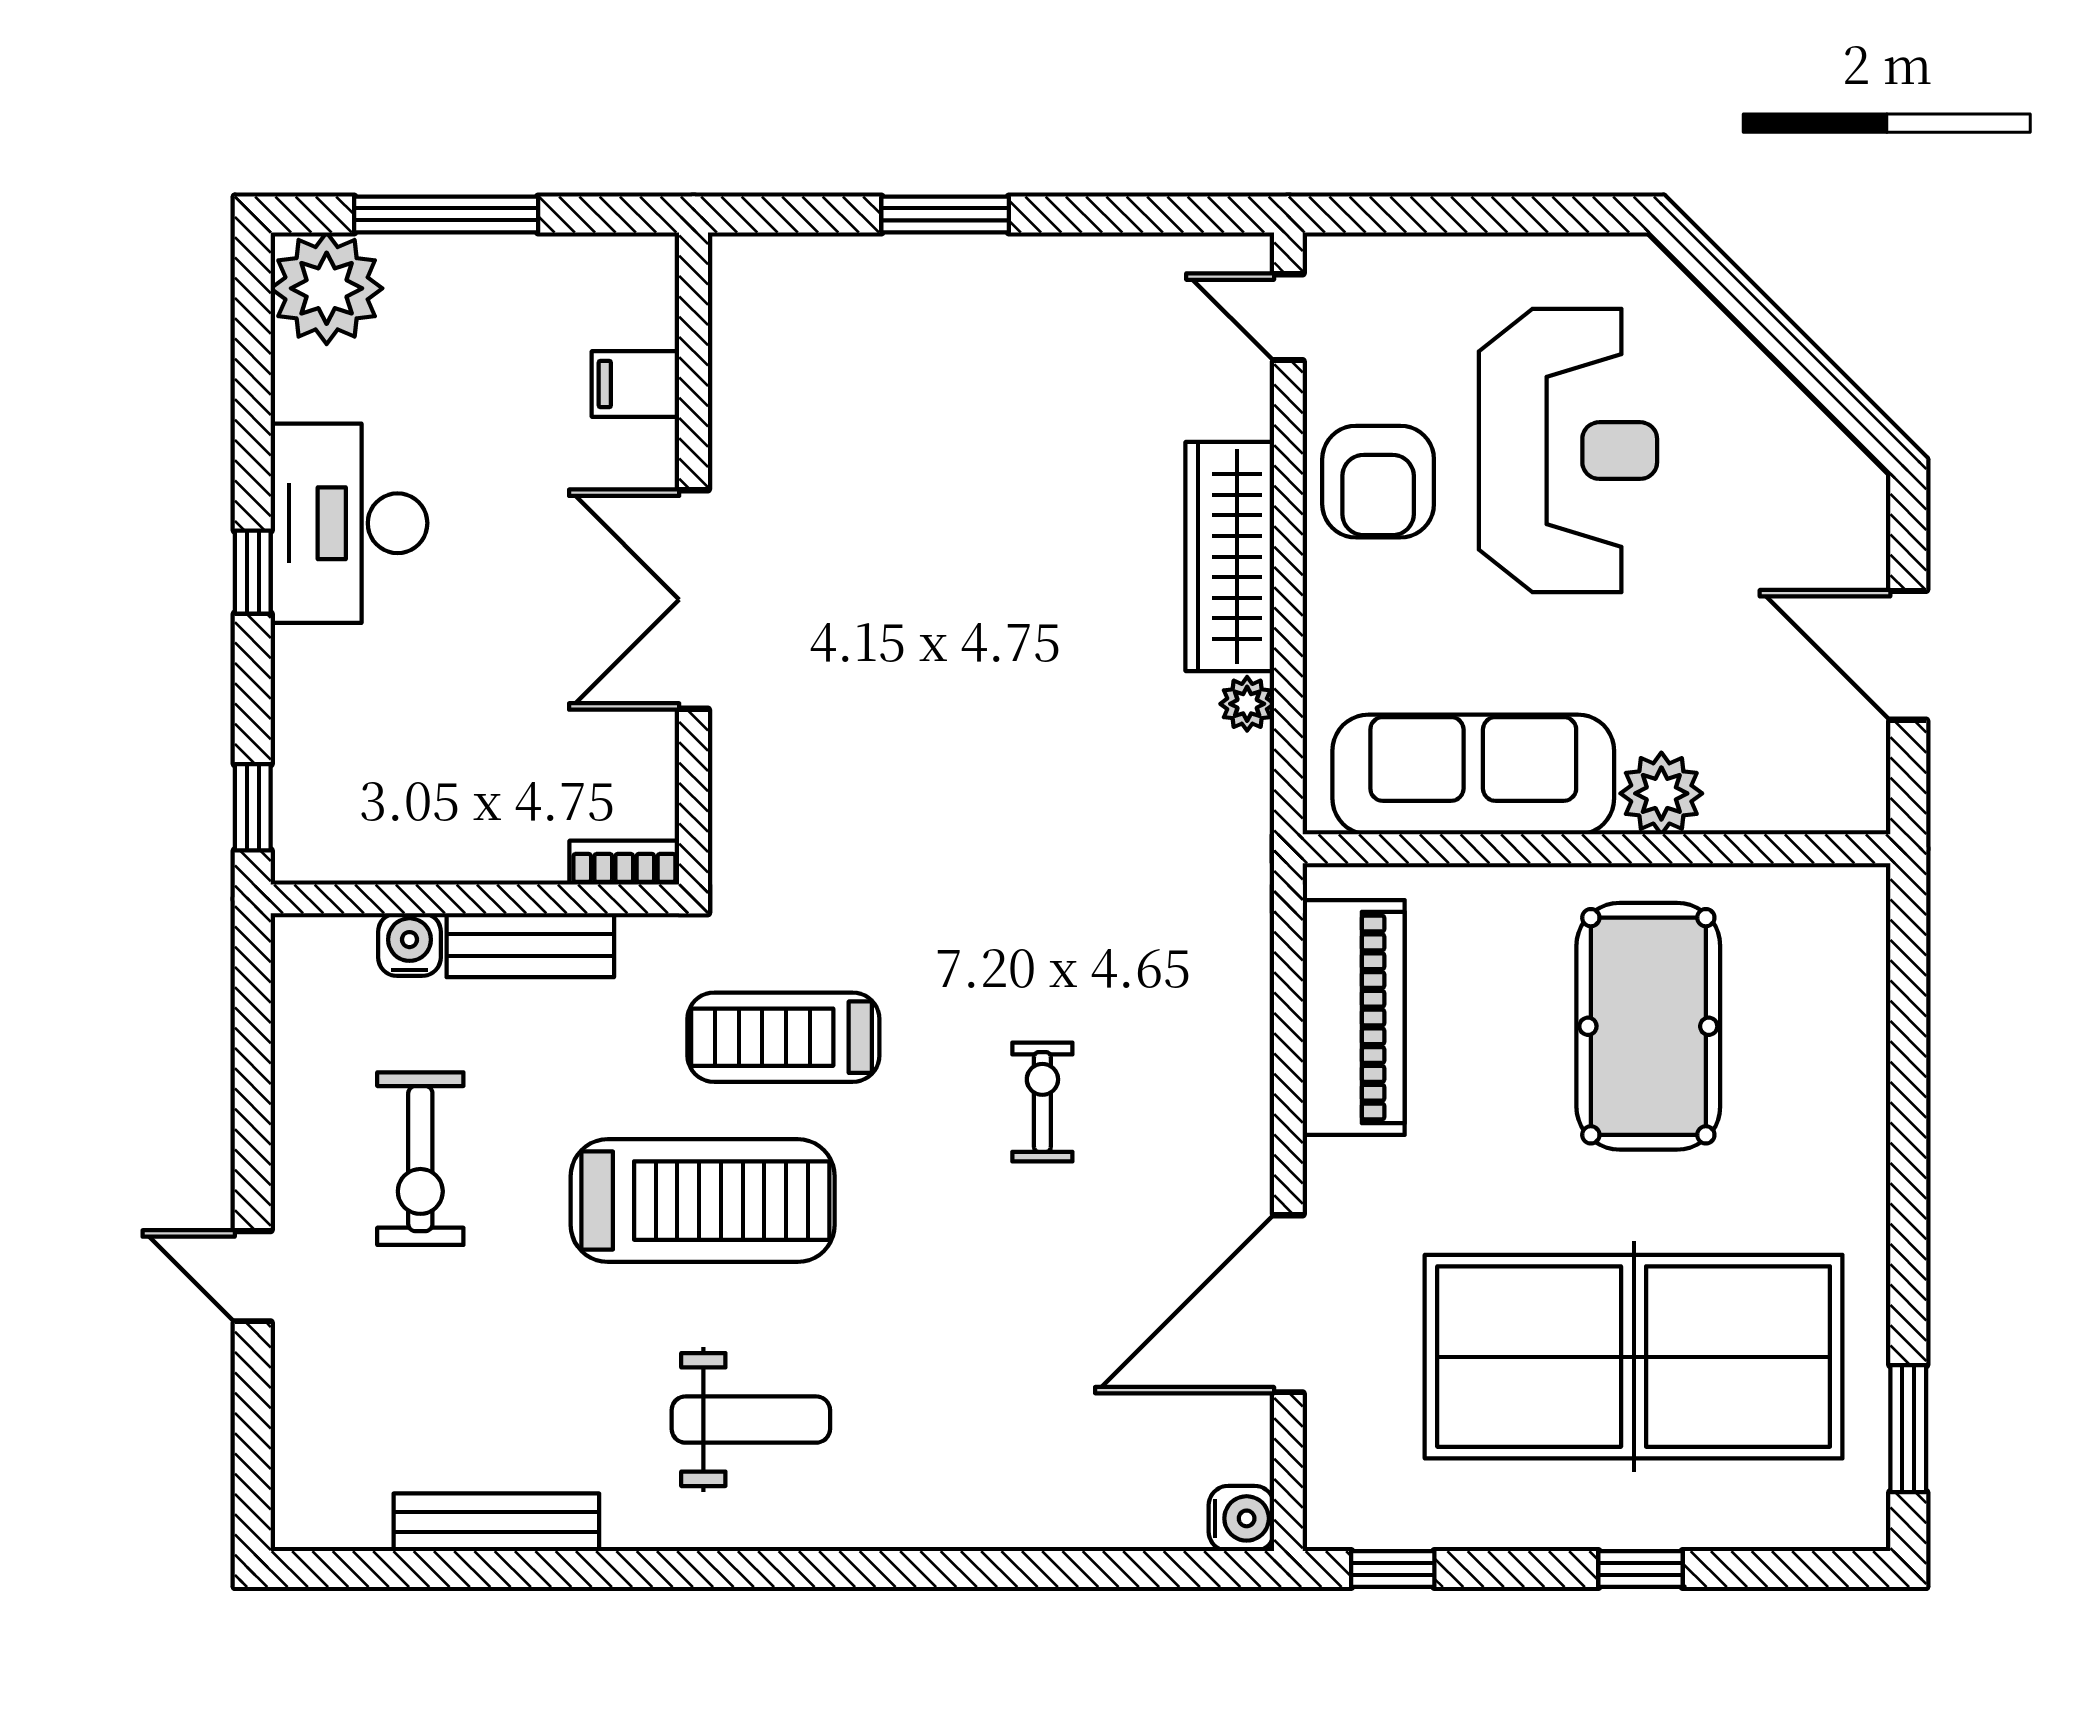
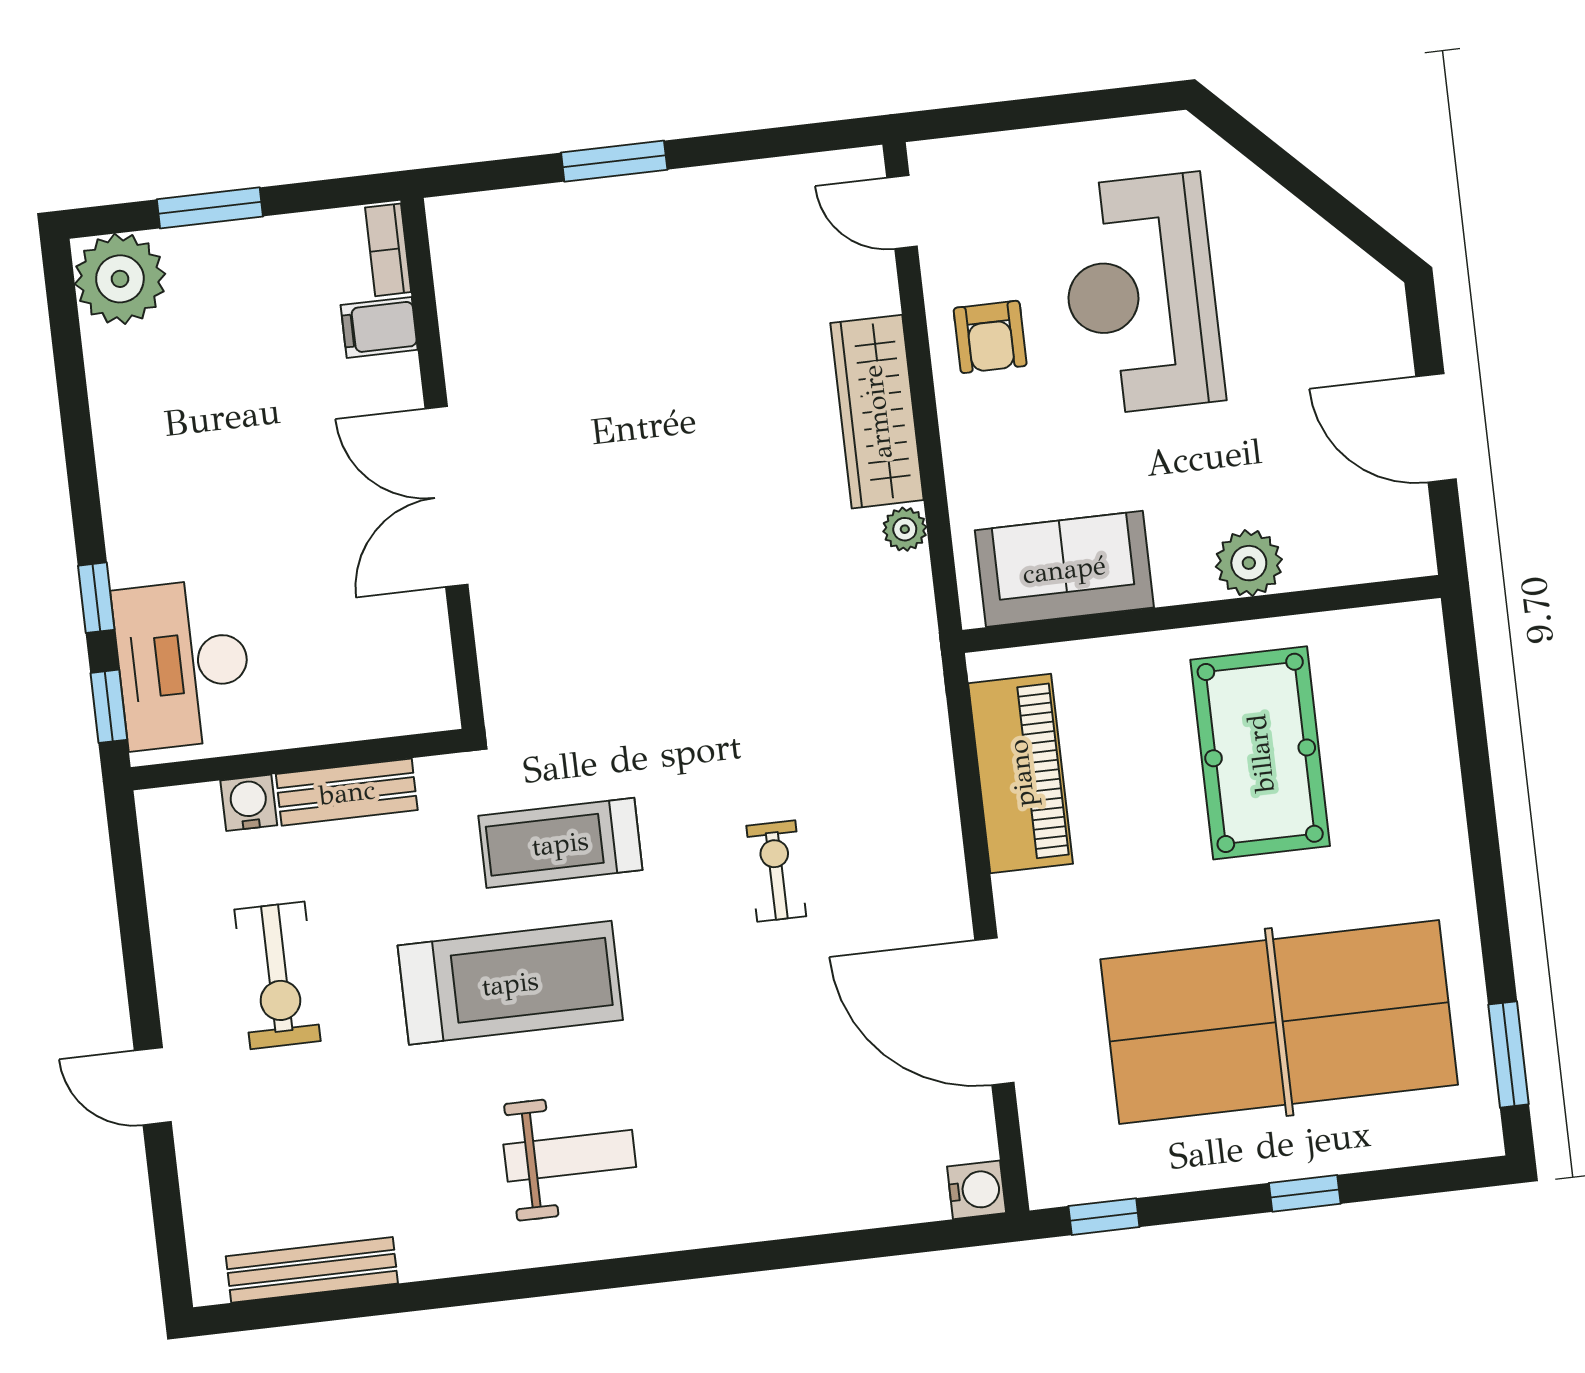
window: (446, 214) -> (210, 208), width x0.69
reception desk: (1568, 451) -> (1141, 294), turned 180
armchair: (1378, 482) -> (990, 337), width x0.72, depth x0.72
desk: (349, 523) -> (183, 664), moved
window: (253, 572) -> (96, 598), moved
sofa: (1473, 775) -> (1064, 569), width x0.73
bookcase: (624, 863) -> (388, 250), moved, turned -90
door: (1288, 1304) -> (994, 1012), hinge flipped
bench: (496, 1522) -> (312, 1270), moved

